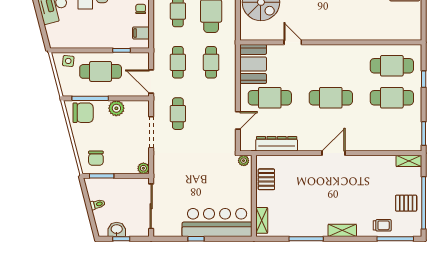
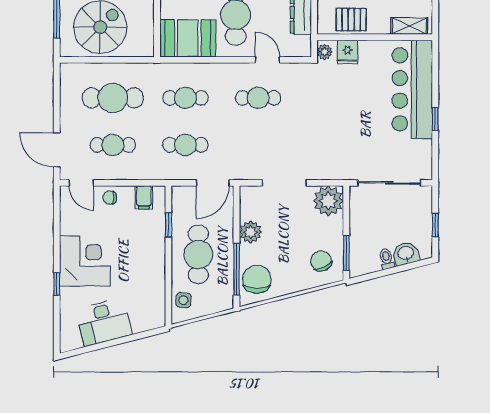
cafe table: (178, 114) -> (258, 98), moved
chair: (96, 158) -> (321, 261), turned -114
plant: (143, 168) -> (328, 201), width x1.88, depth x1.88
fridge: (243, 177) -> (348, 52), added
washbasin: (117, 229) -> (406, 254), moved, turned 76

